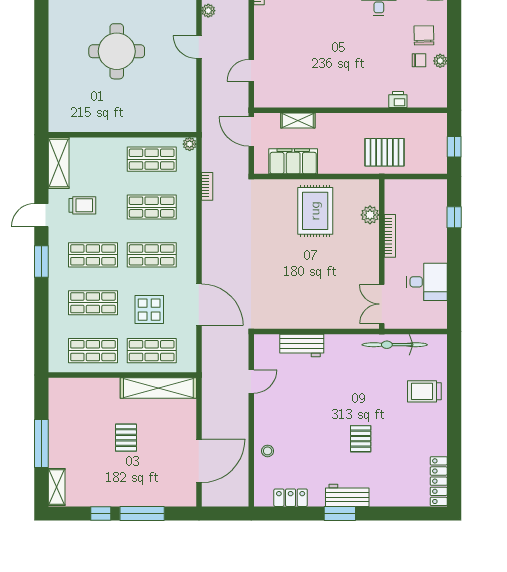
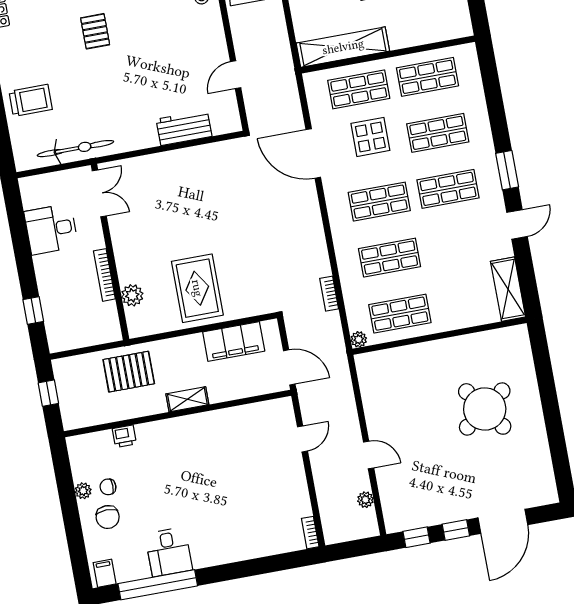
round table: (117, 51) -> (485, 409), moved, turned -36
shelving: (298, 121) -> (187, 399), moved
trolley: (82, 205) -> (471, 245), removed

